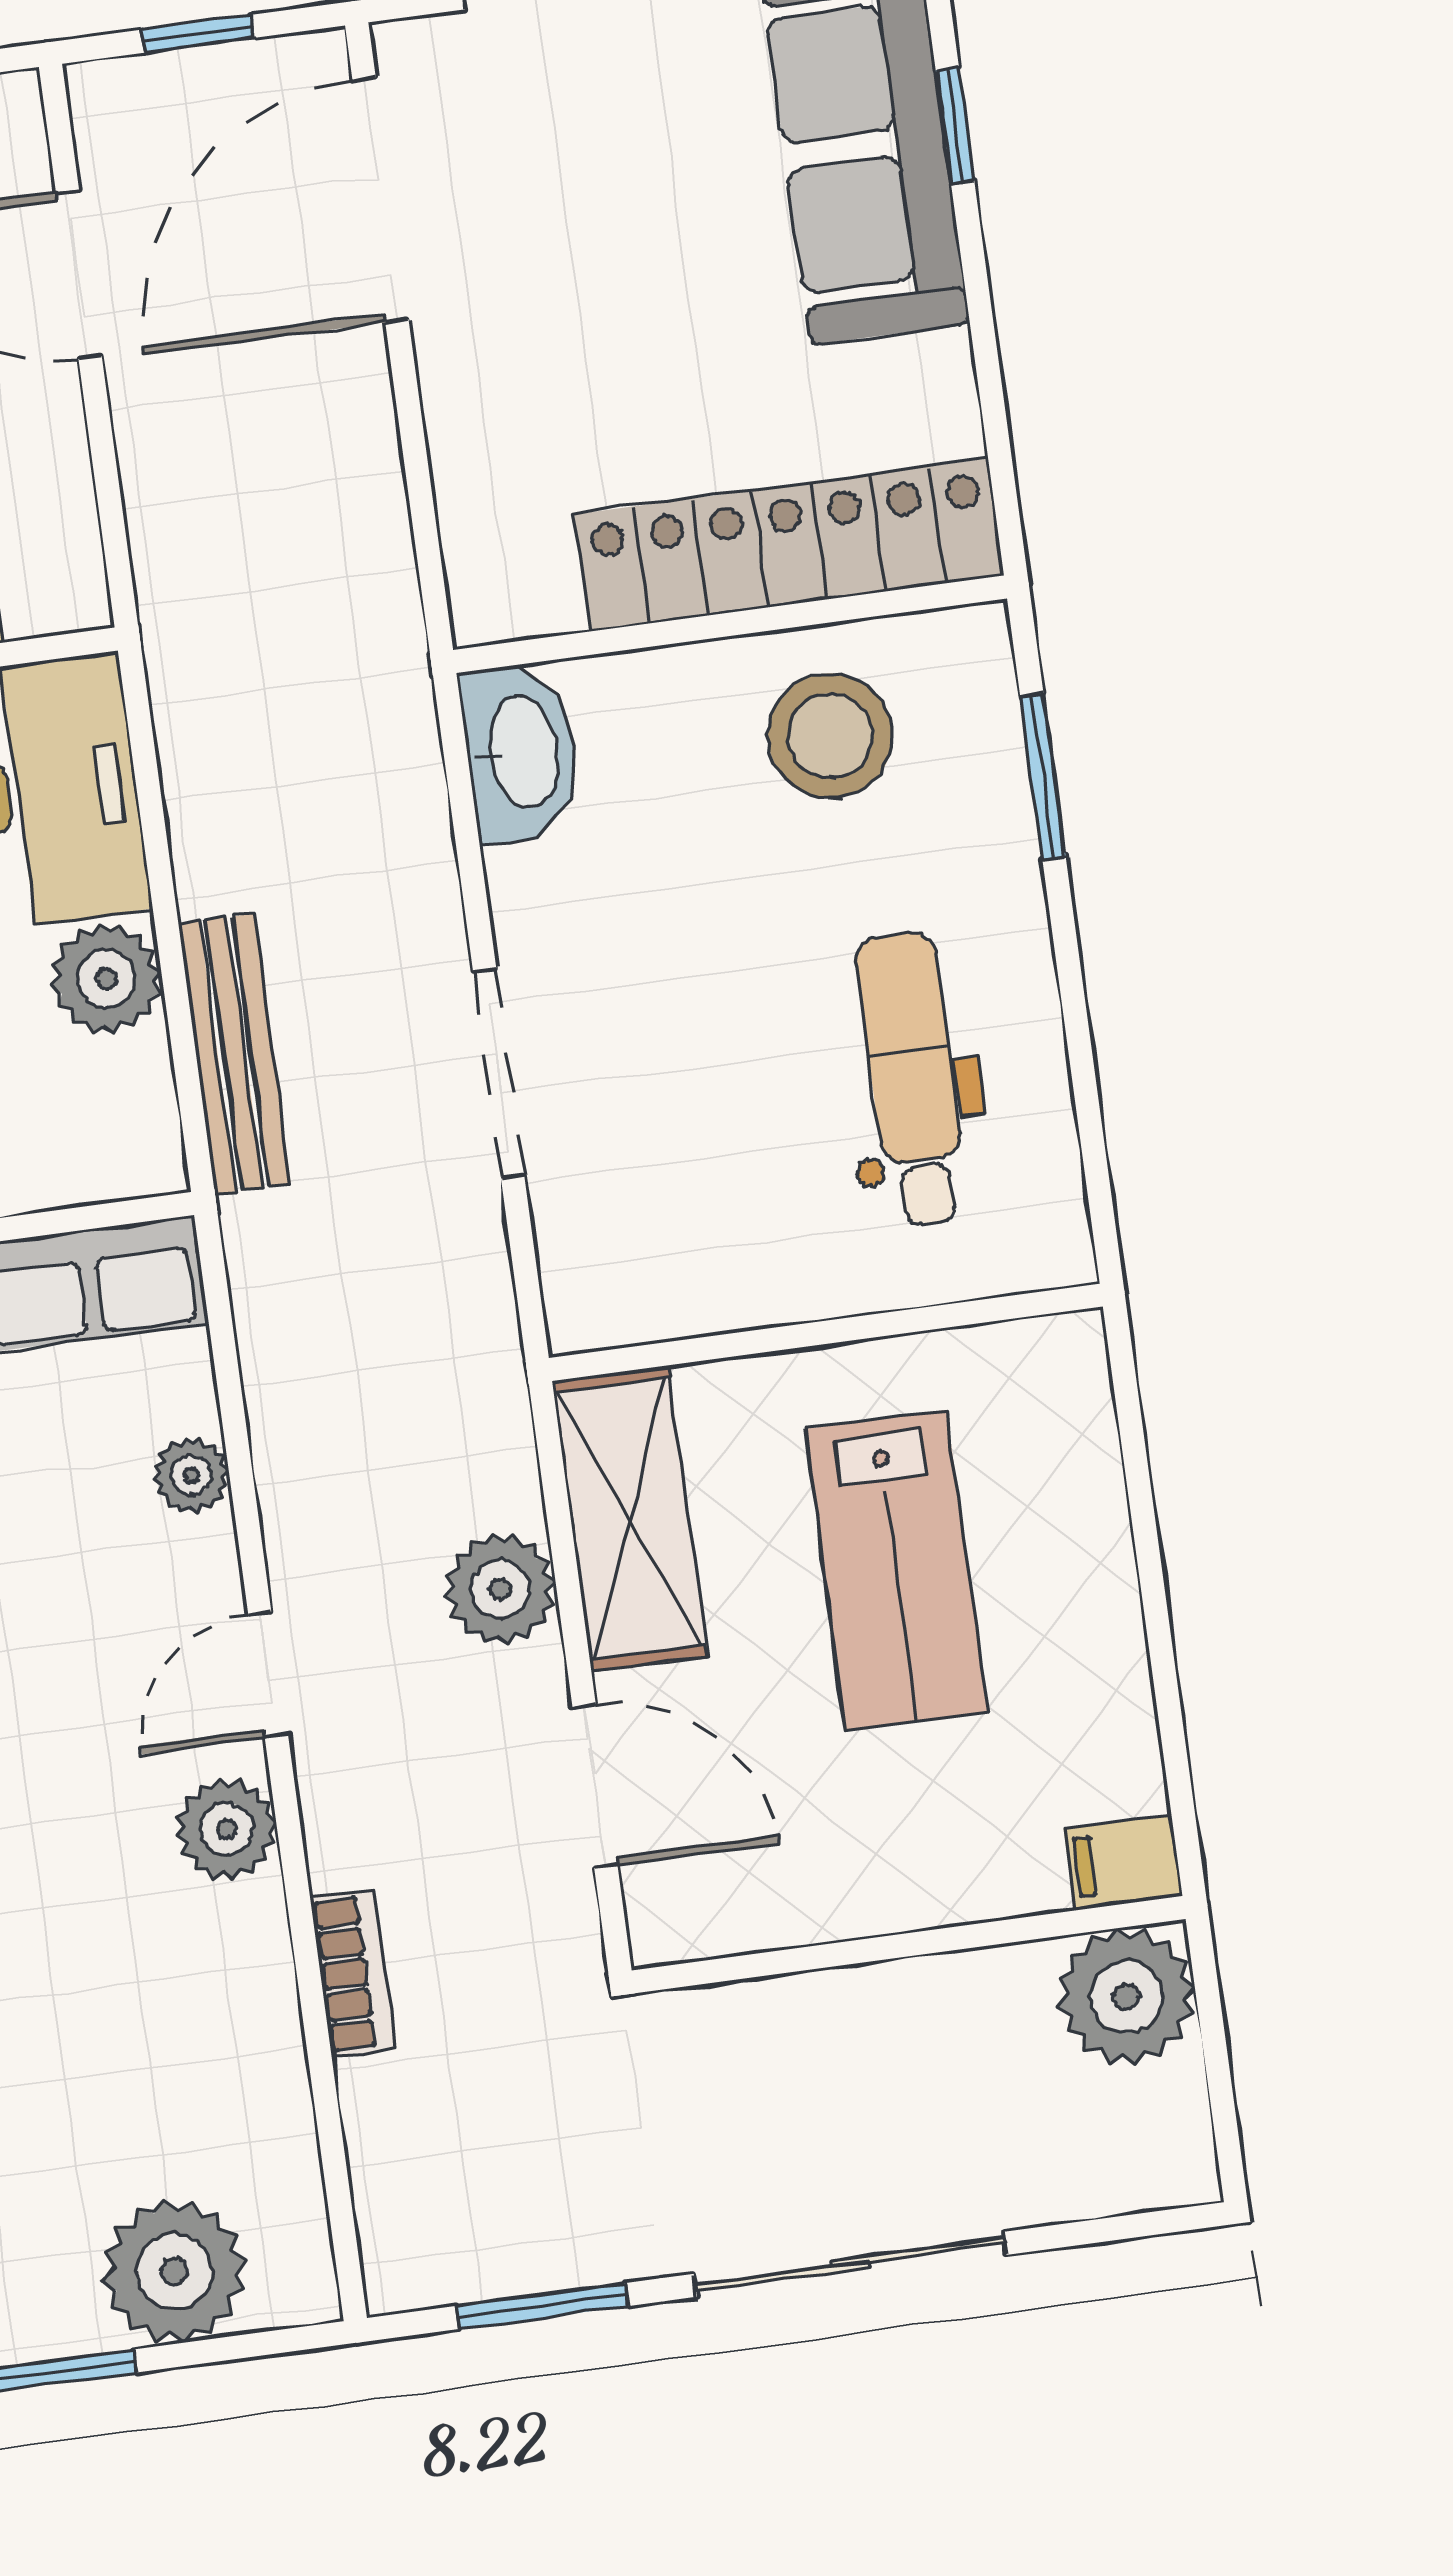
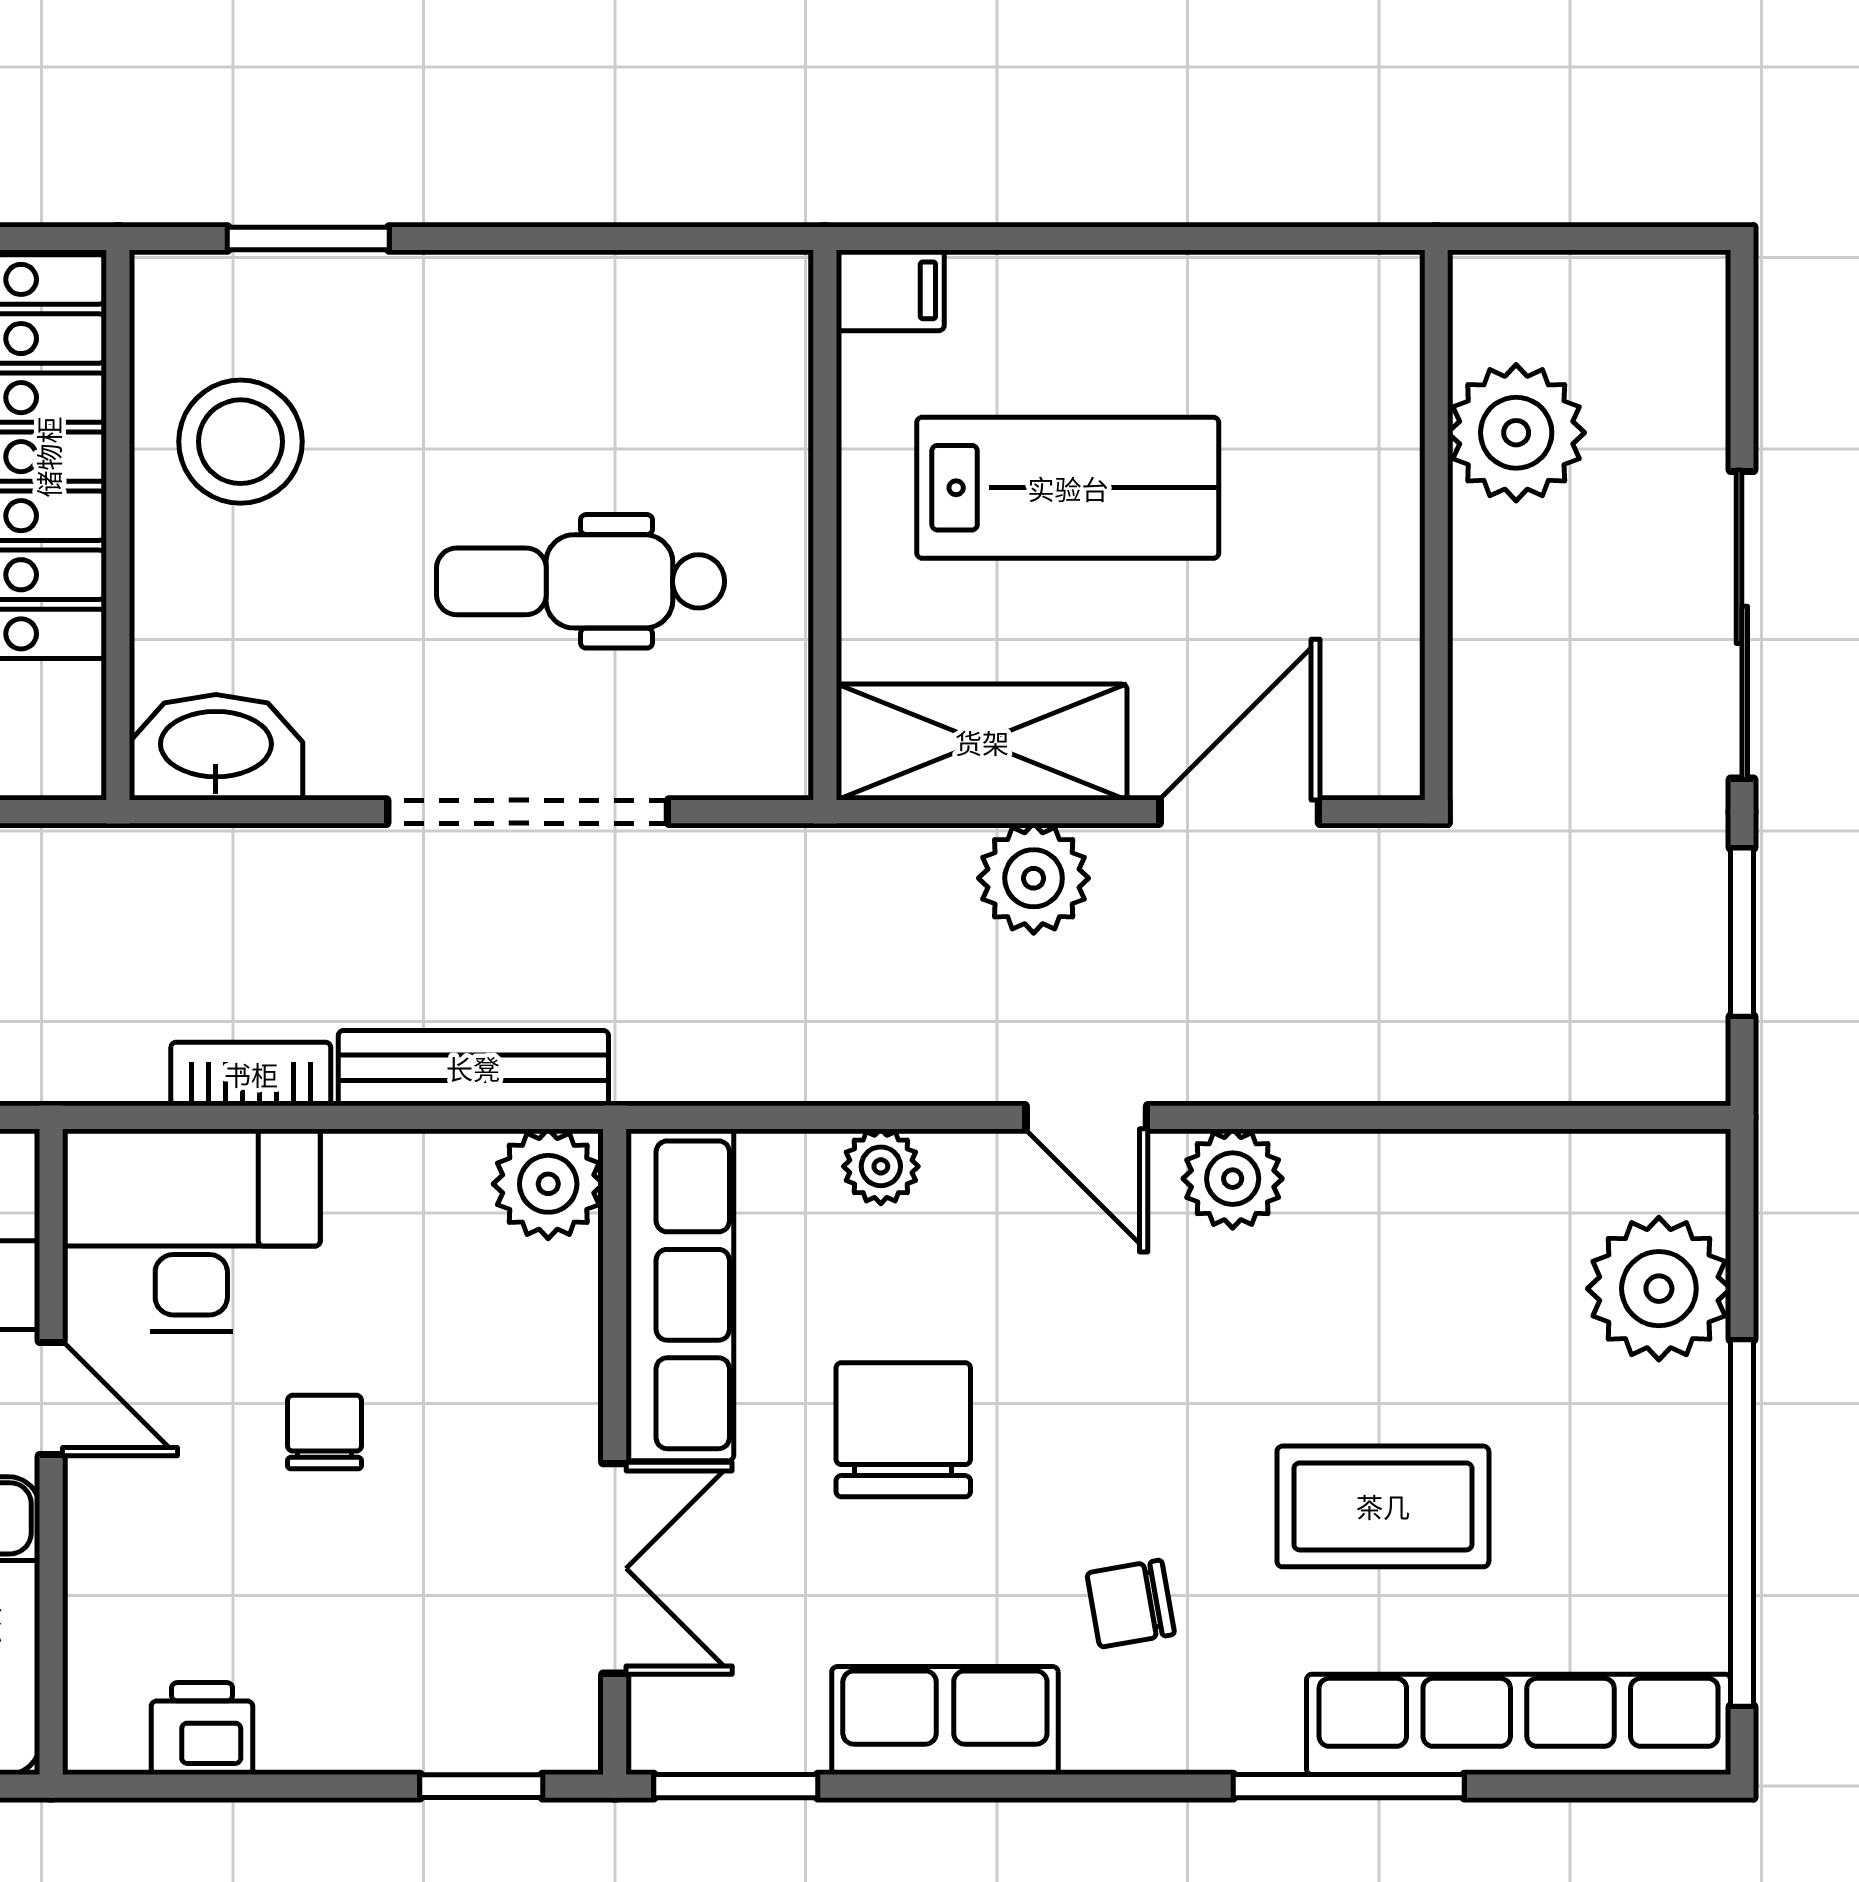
plant: (106, 979) -> (548, 1184), moved
doorway: (499, 1073) -> (528, 812), width x1.36
dental chair: (913, 1080) -> (581, 581), moved
filing cabinet: (1123, 1862) -> (890, 290), moved, turned -90
bookcase: (353, 1973) -> (251, 1074), moved
plant: (1127, 1997) -> (1516, 433), moved

